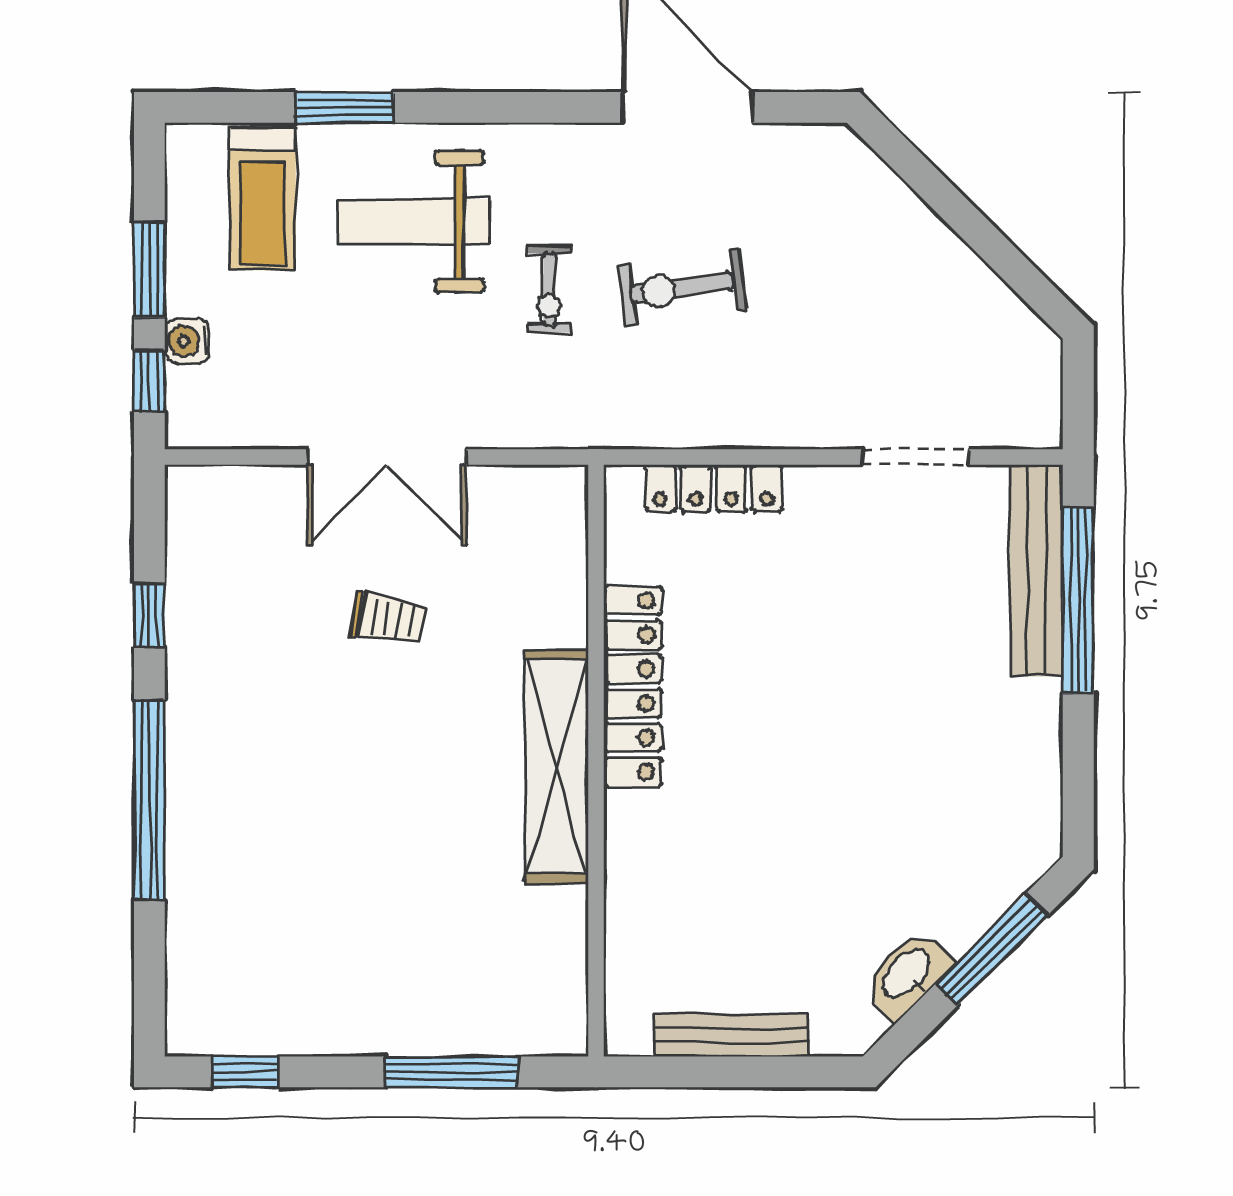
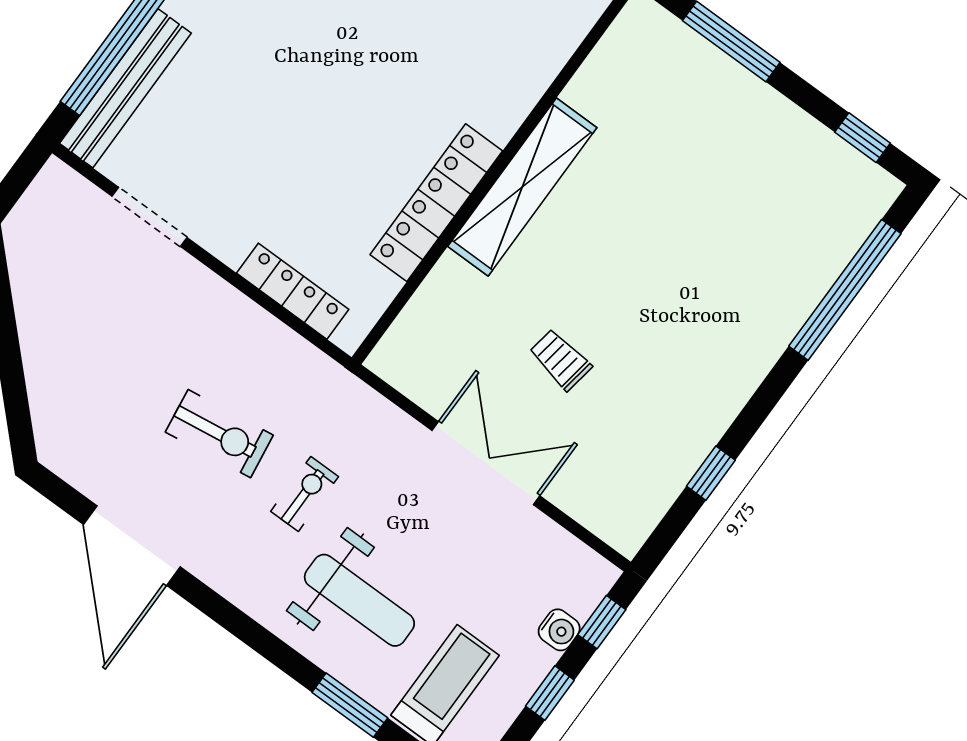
window: (149, 270) -> (550, 693), width x0.67
window: (149, 800) -> (845, 290), moved

